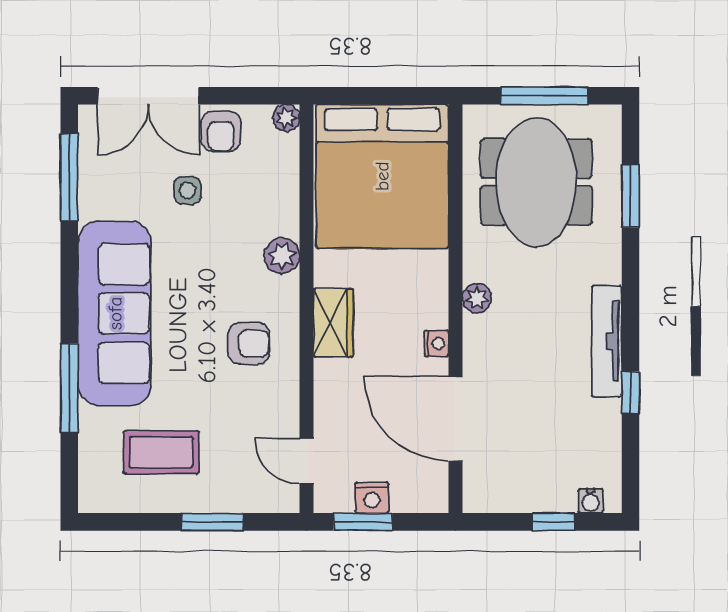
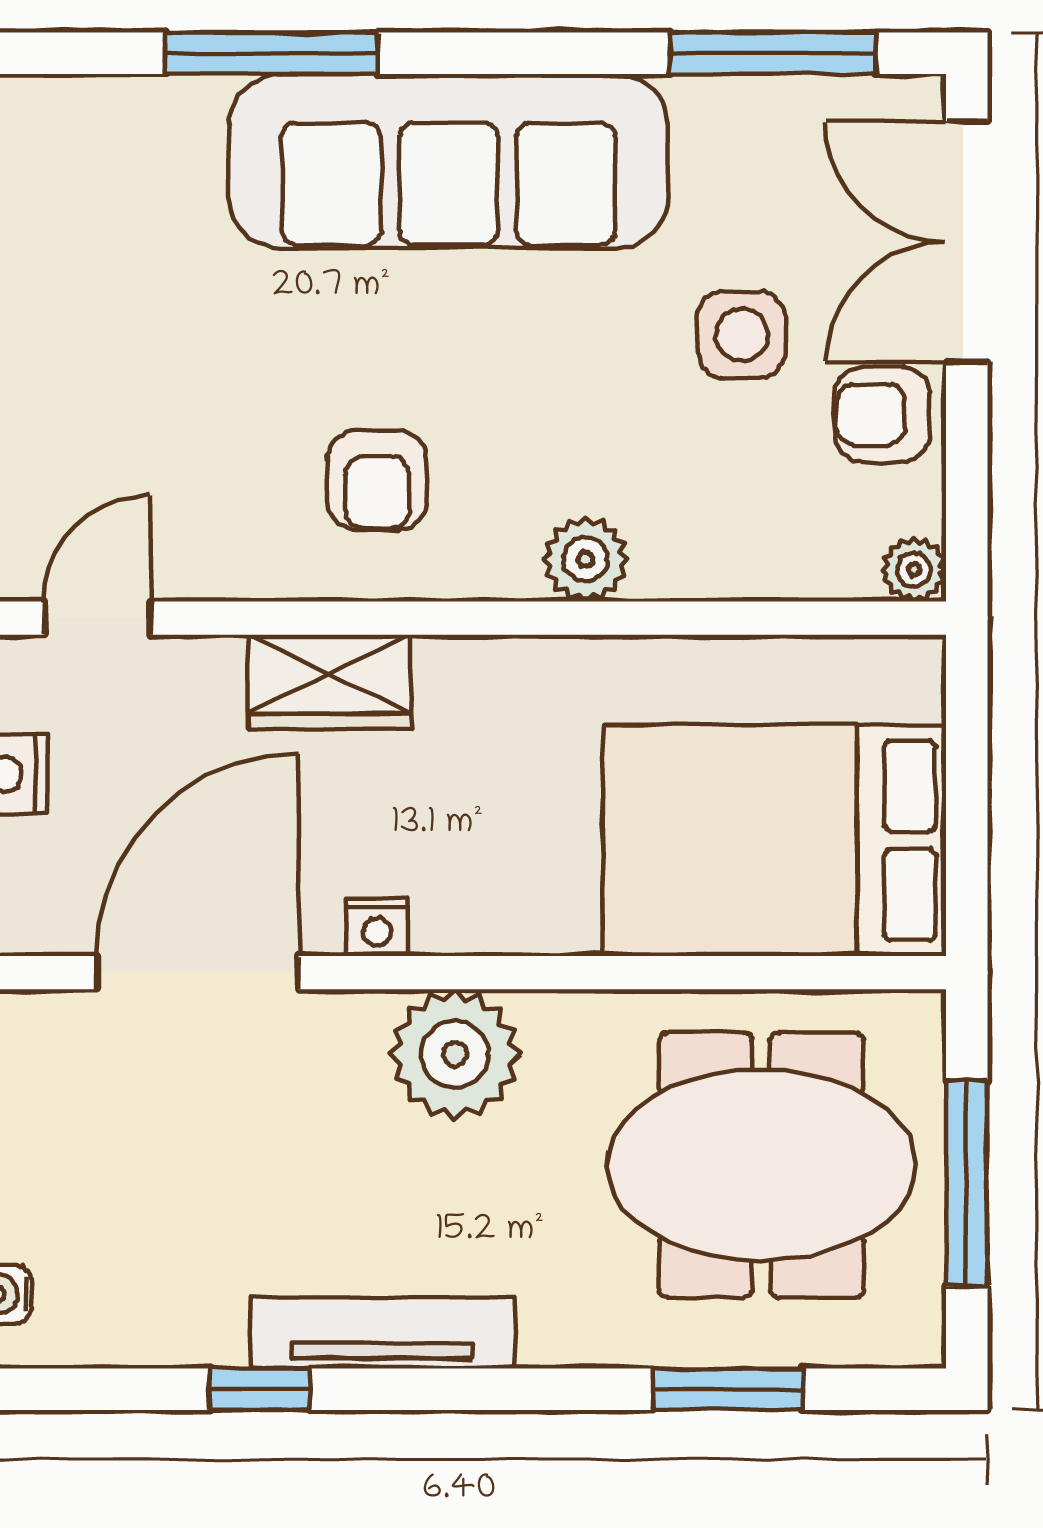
bed: (382, 176) -> (775, 841), width x0.73
side table: (187, 190) -> (741, 335), width x1.37, depth x1.37
plant: (477, 298) -> (455, 1054), width x1.87, depth x1.87
wardrobe: (333, 323) -> (330, 682), moved
coffee table: (161, 452) -> (118, 272), removed

